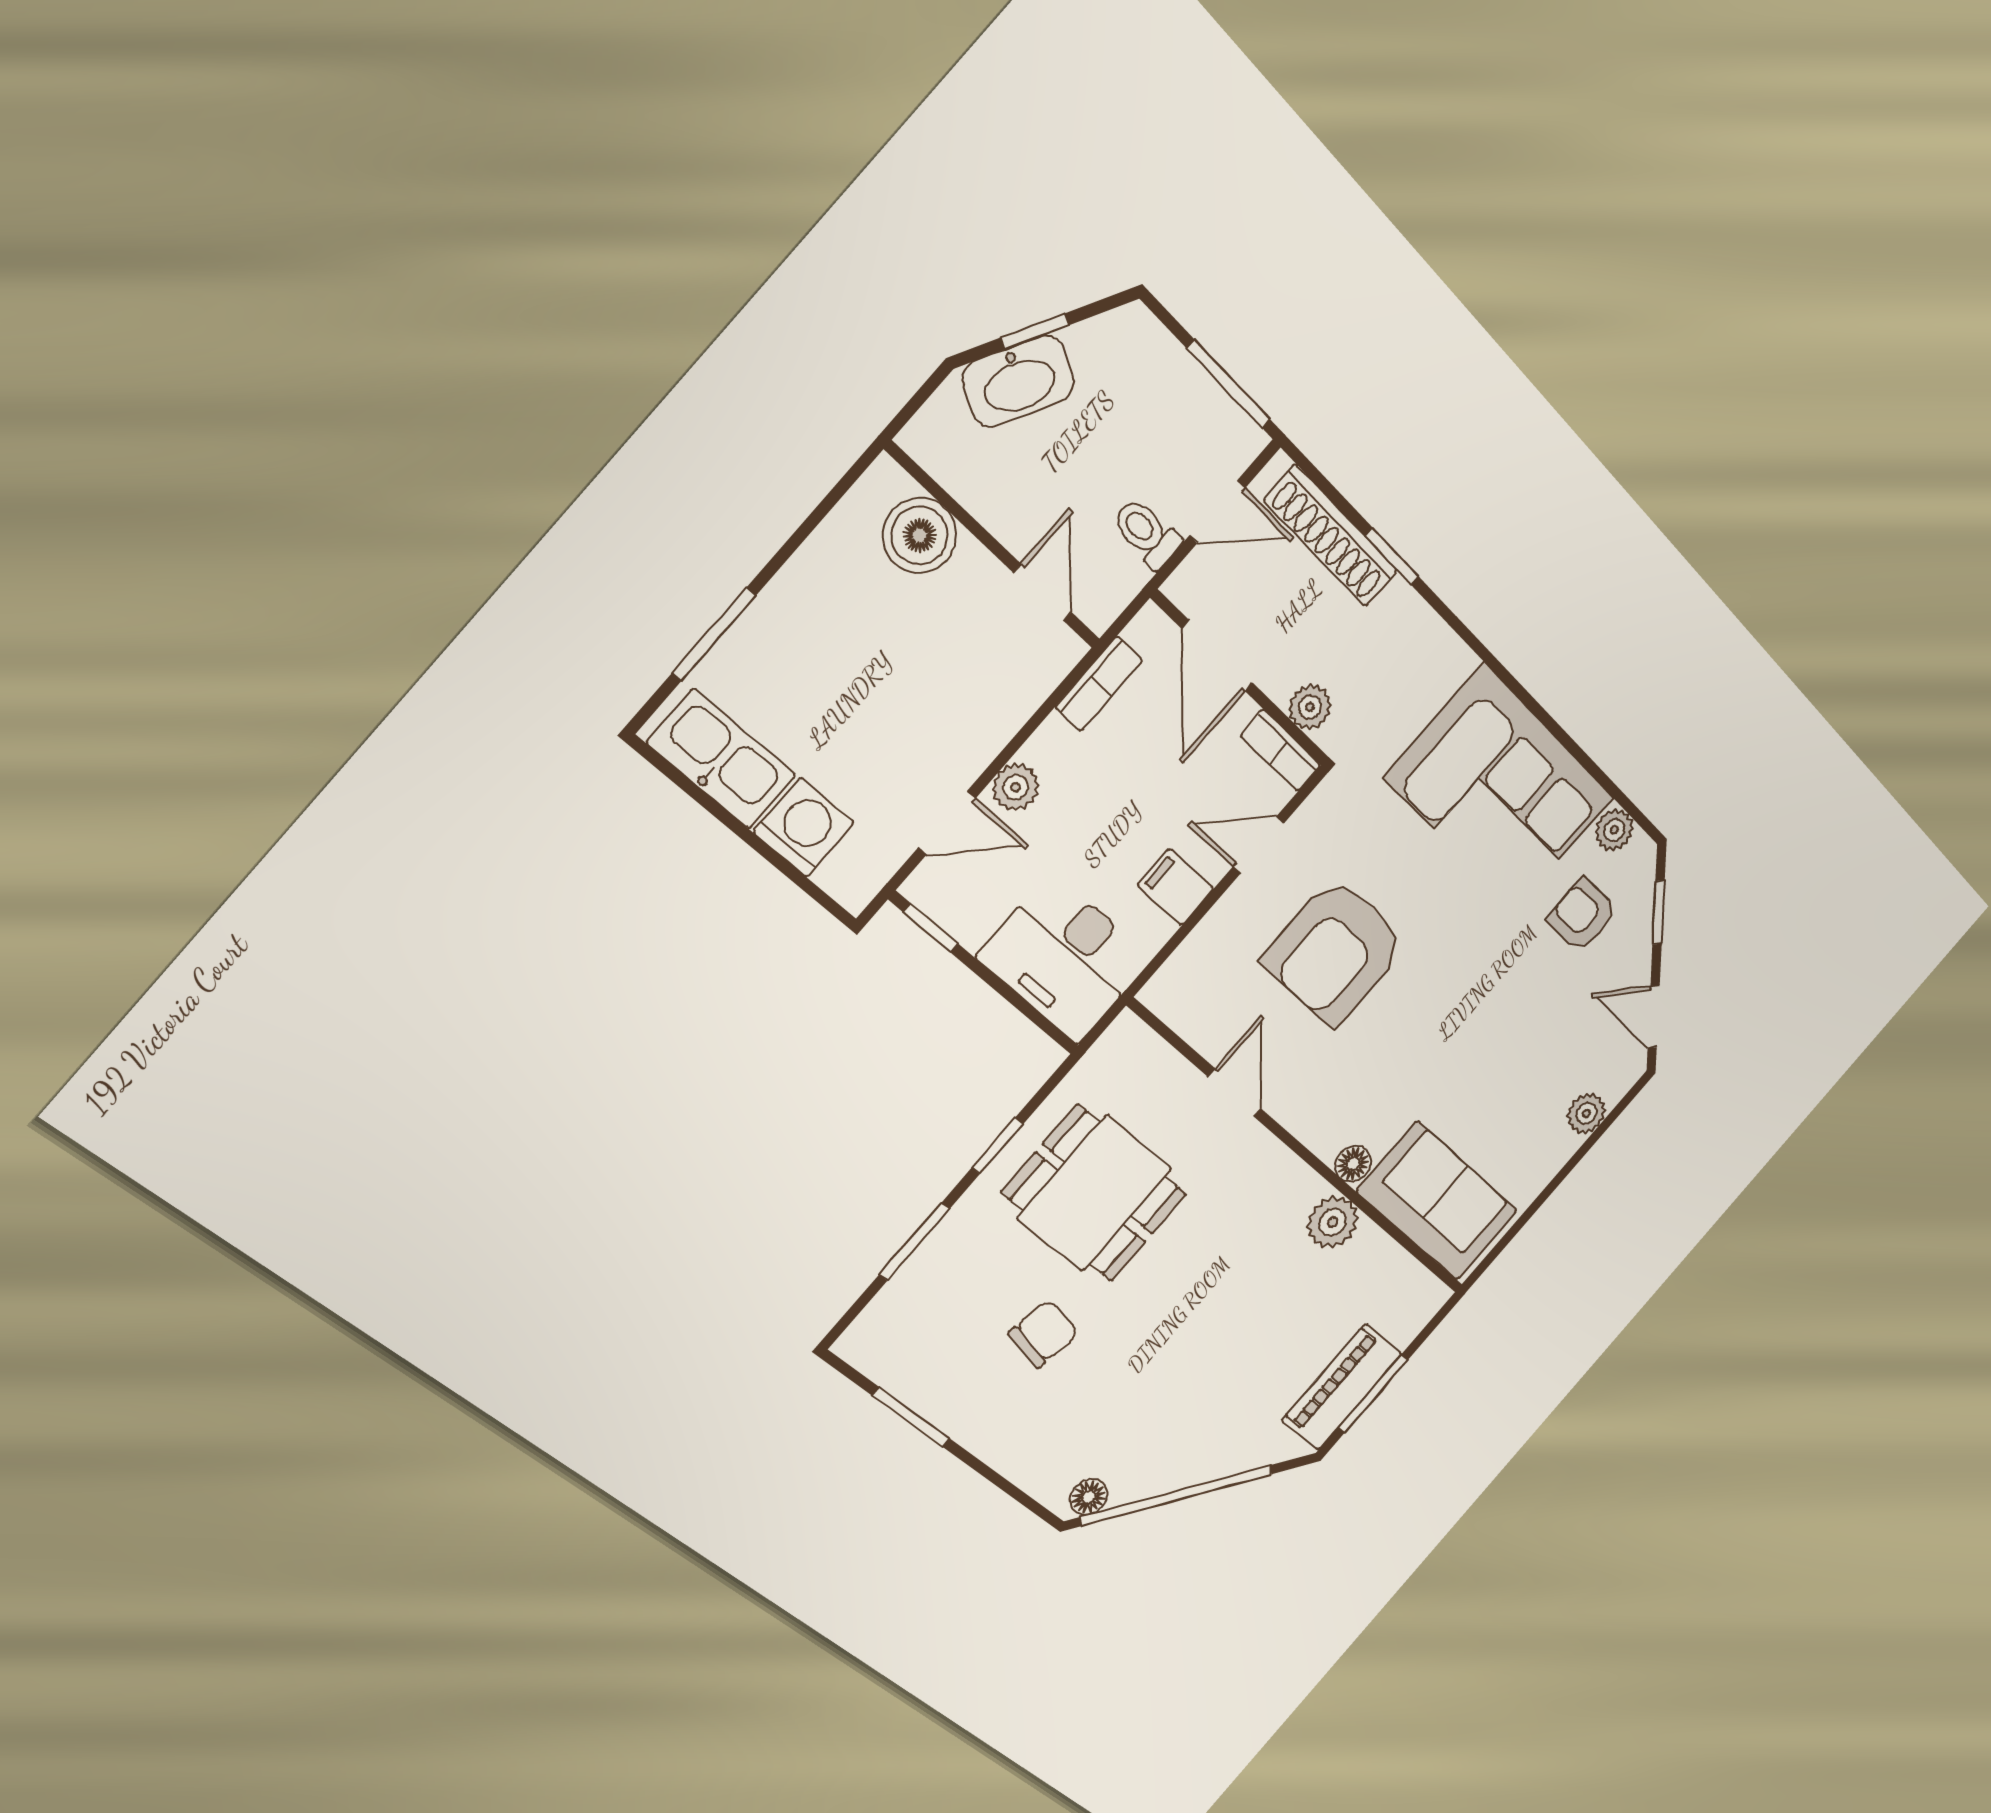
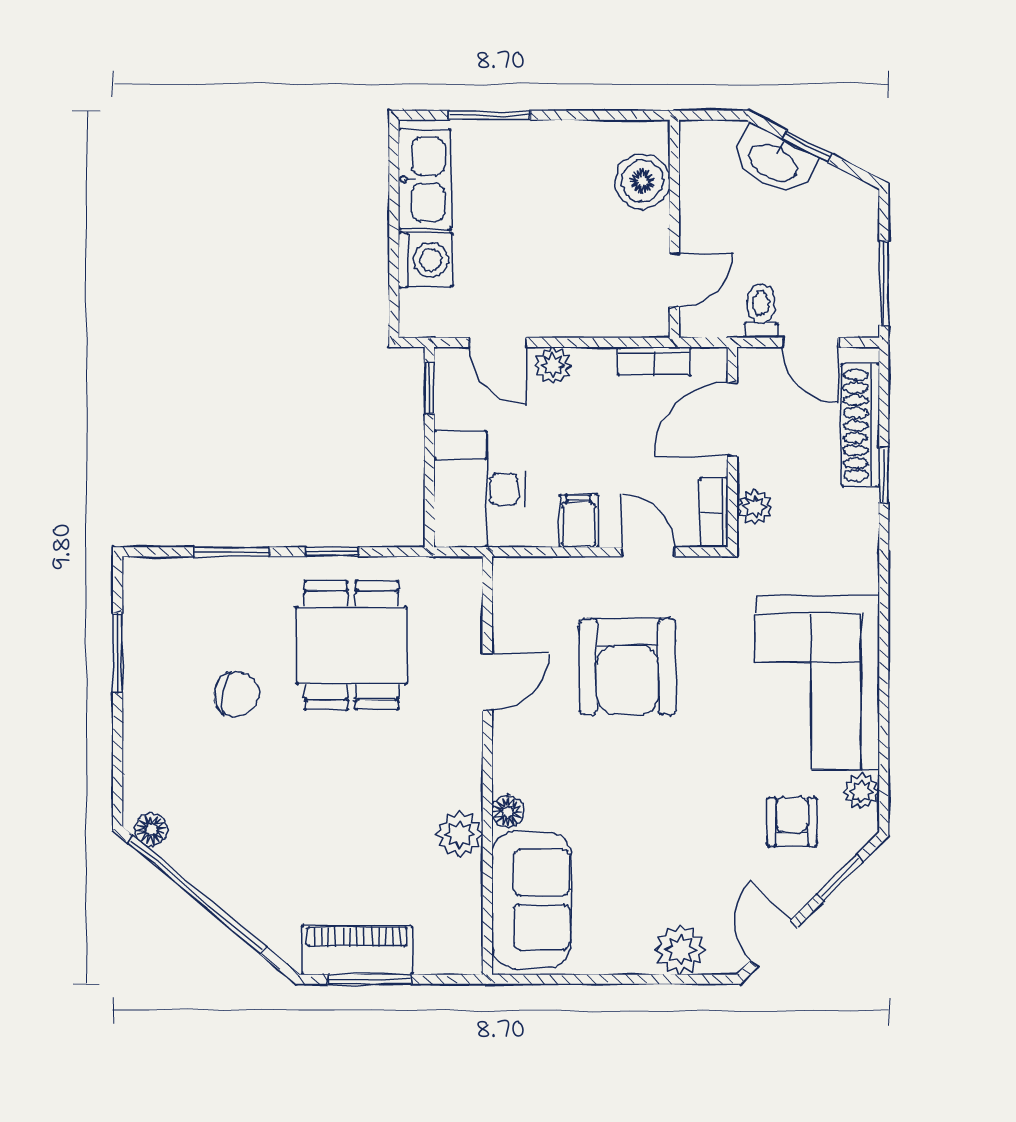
armchair: (1335, 952) -> (628, 667), turned -90
plant: (1586, 1113) -> (680, 950), width x1.38, depth x1.38

